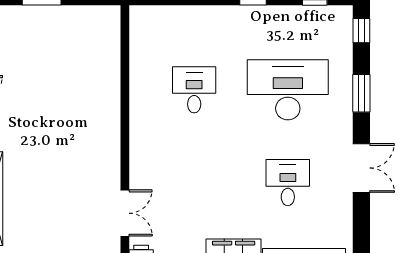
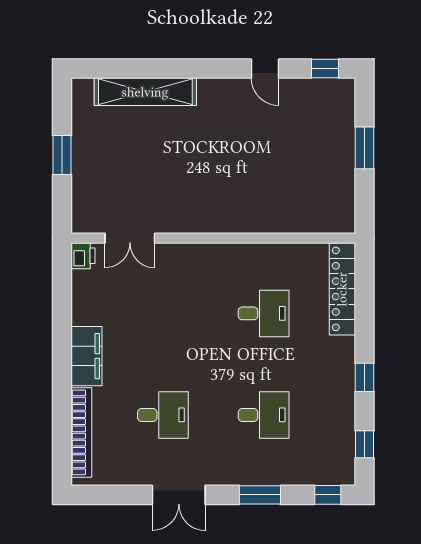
locker: (172, 17) -> (342, 289), added
desk: (288, 90) -> (264, 415), width x0.53, depth x0.77

